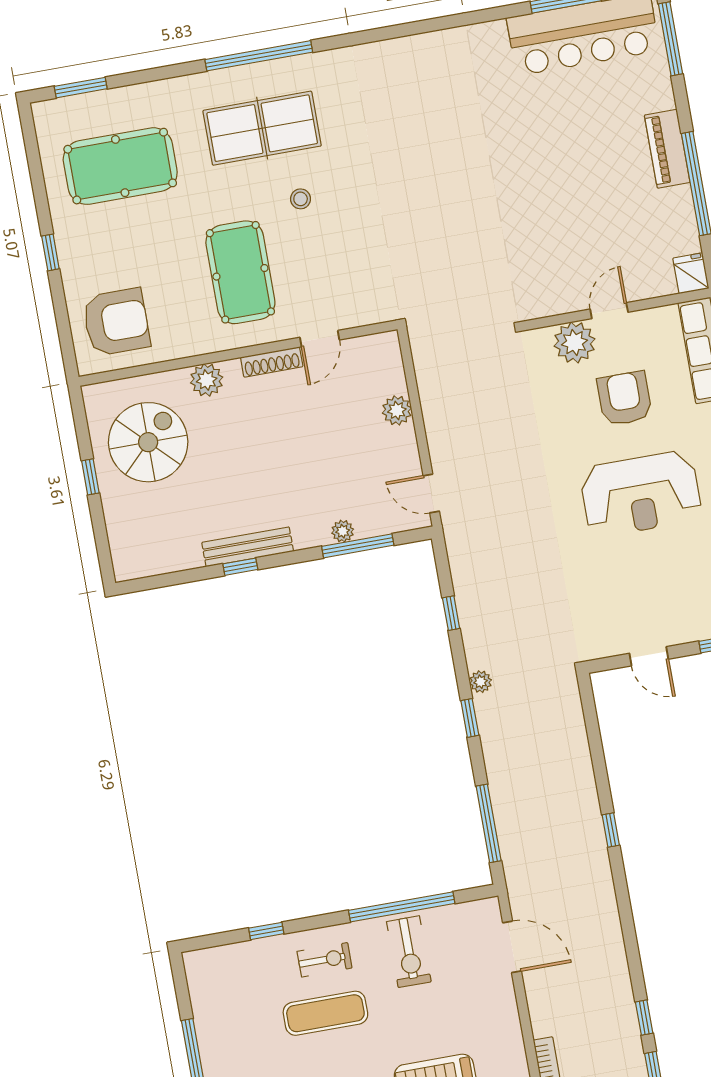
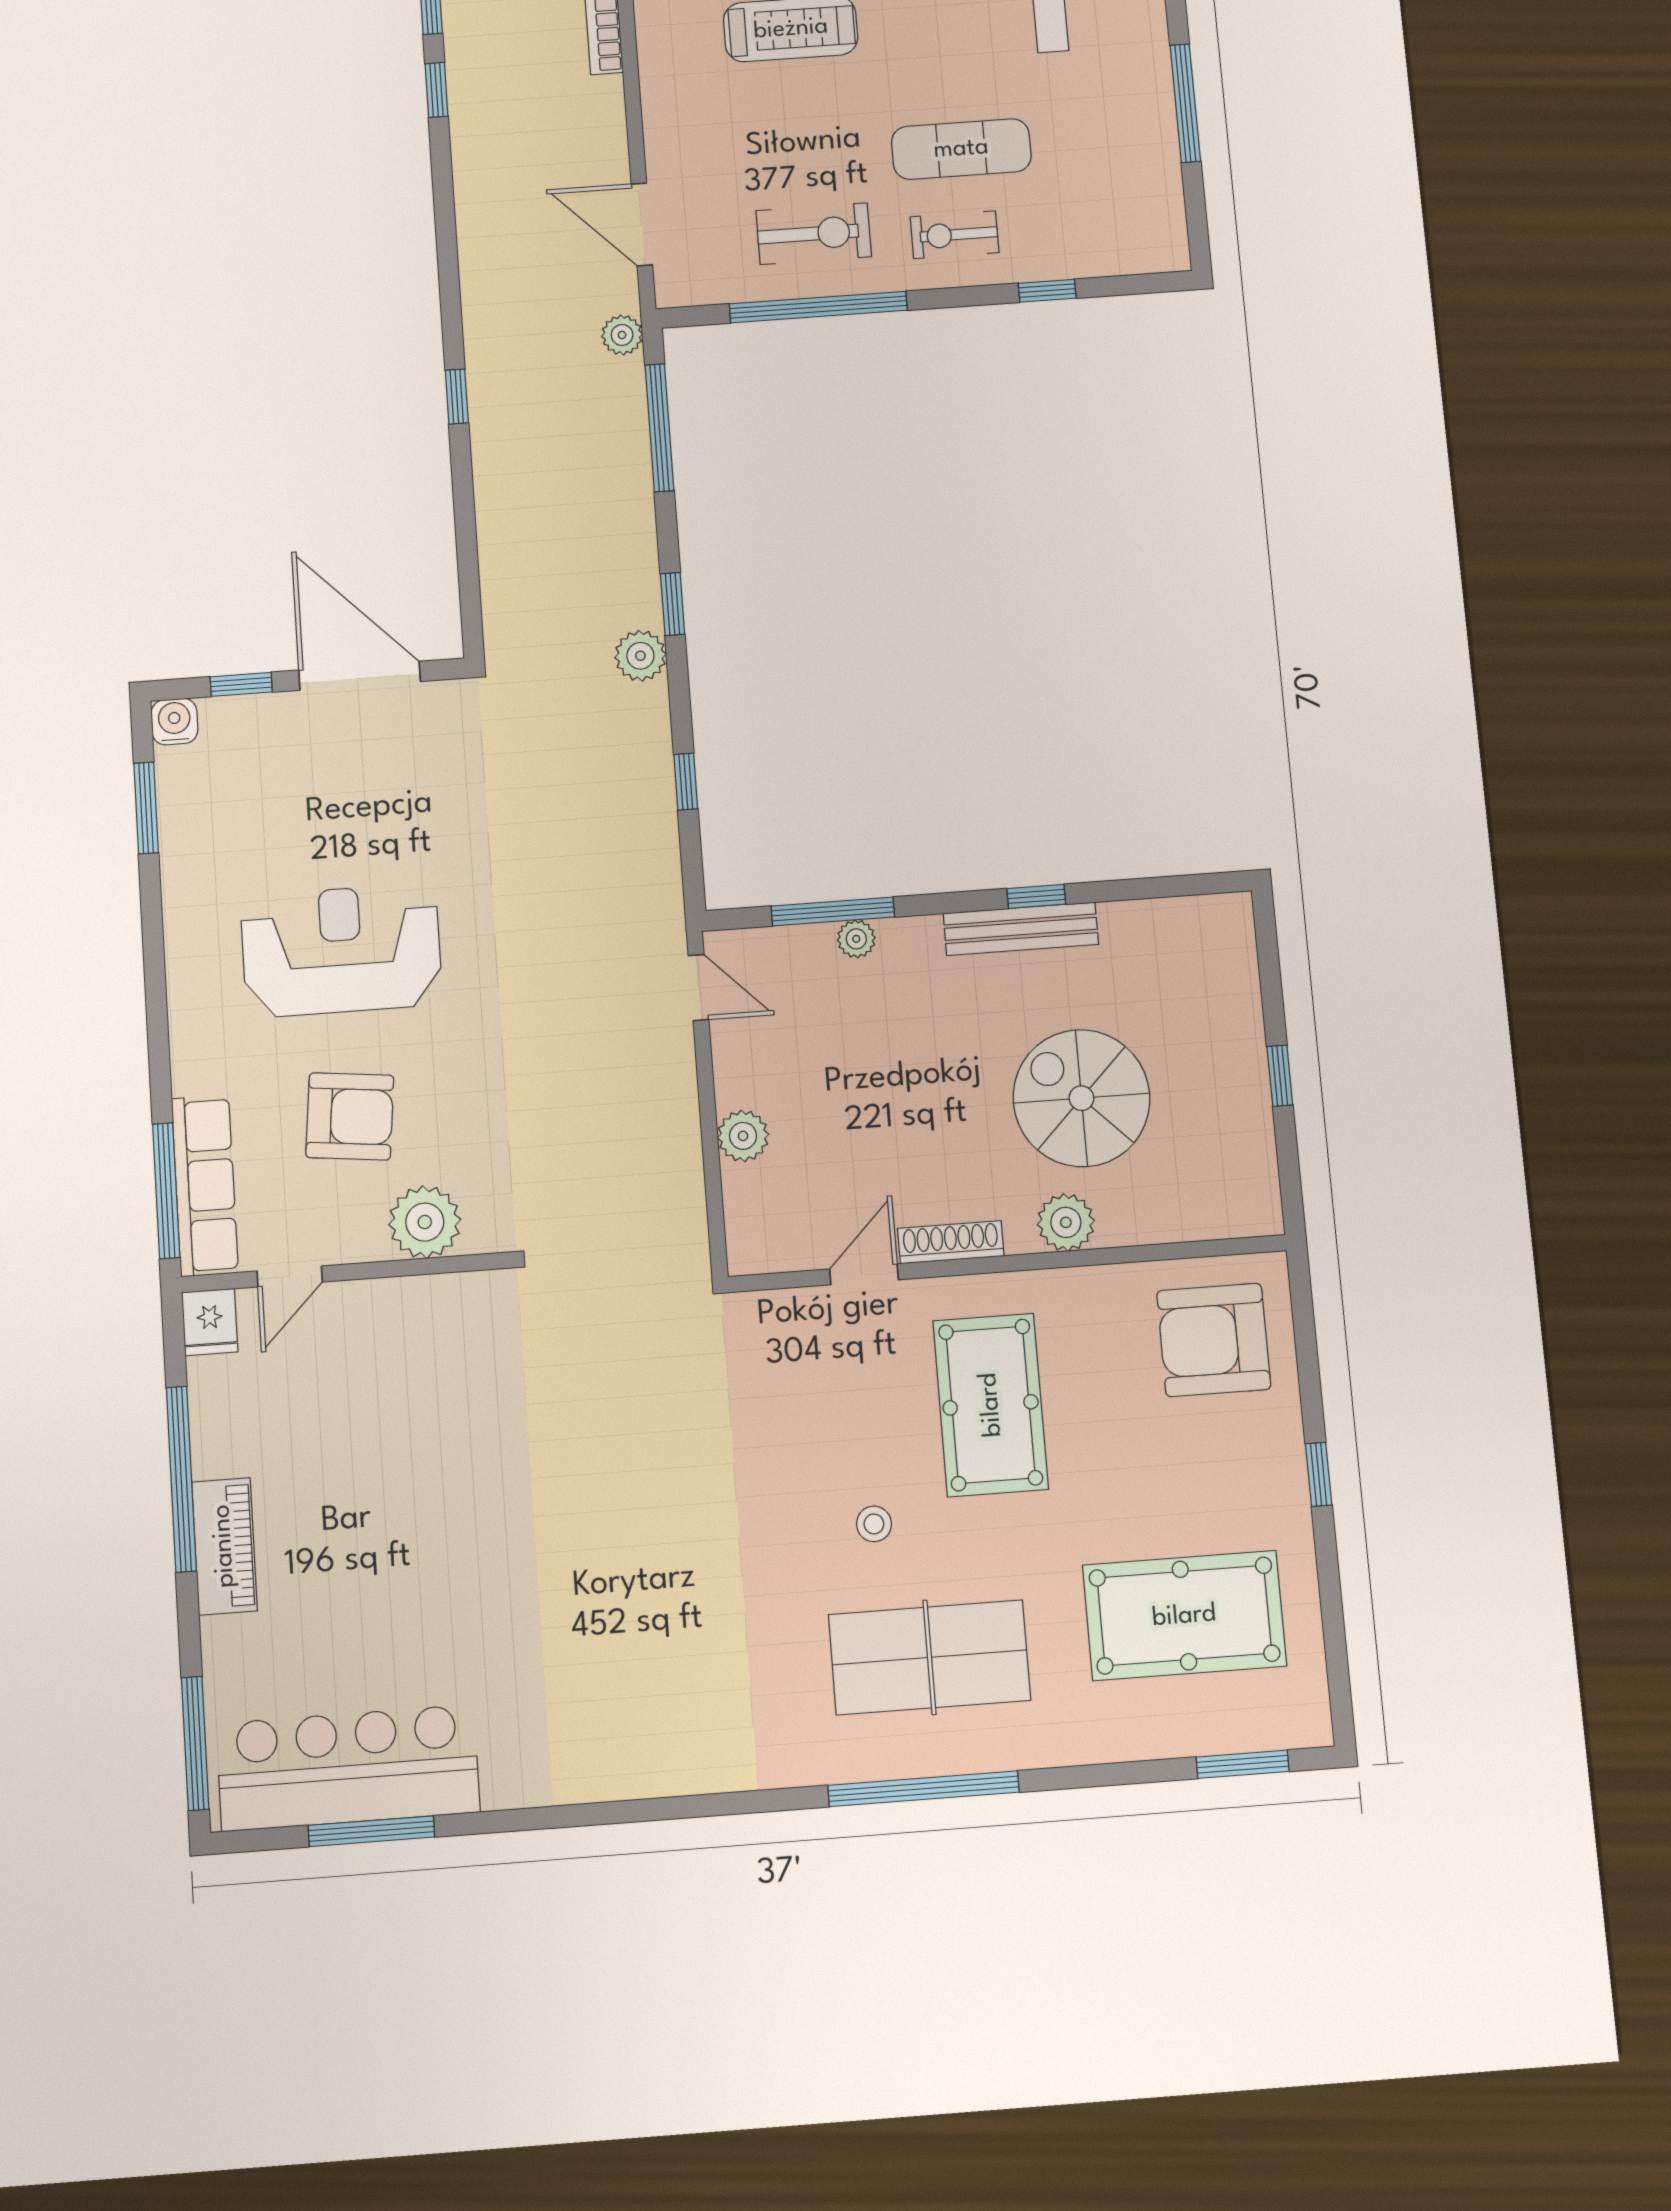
door: (609, 311) -> (290, 1276), moved
armchair: (625, 398) -> (350, 1116), turned -84
spiral stairs: (148, 442) -> (1081, 1098), moved, turned 90
door: (649, 656) -> (360, 676), width x1.87
plant: (481, 682) -> (640, 656), width x1.38, depth x1.38
plant: (517, 878) -> (622, 335), added
exercise bike: (409, 952) -> (814, 234), turned 90

